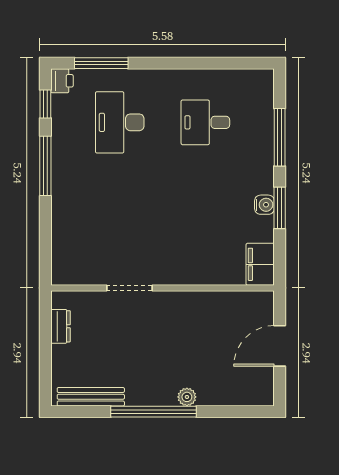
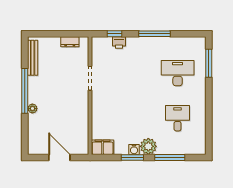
printer: (62, 81) -> (119, 43), moved
window: (45, 104) -> (115, 34), moved
plant: (259, 178) -> (148, 146), added

